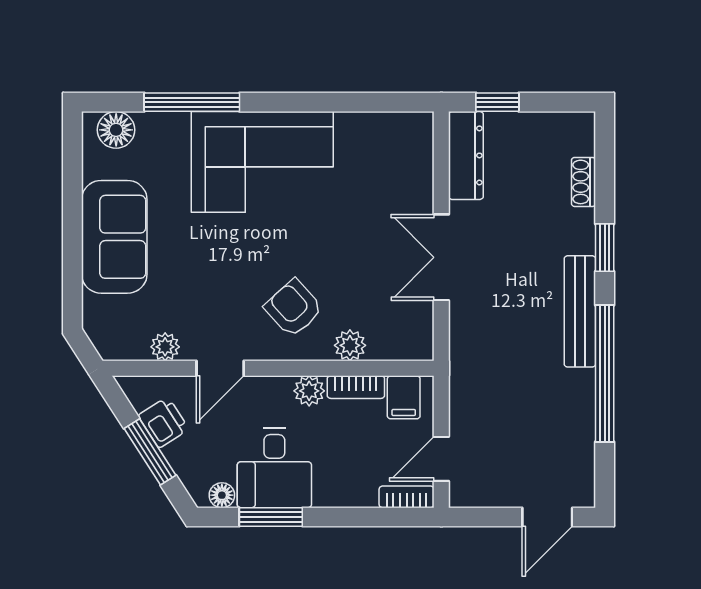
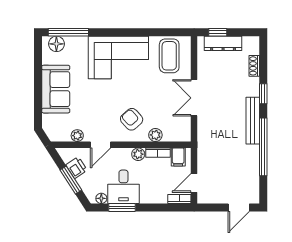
window: (192, 102) -> (68, 32), moved
dresser: (466, 155) -> (223, 43), moved, turned 90
coffee table: (383, 158) -> (169, 56), added

